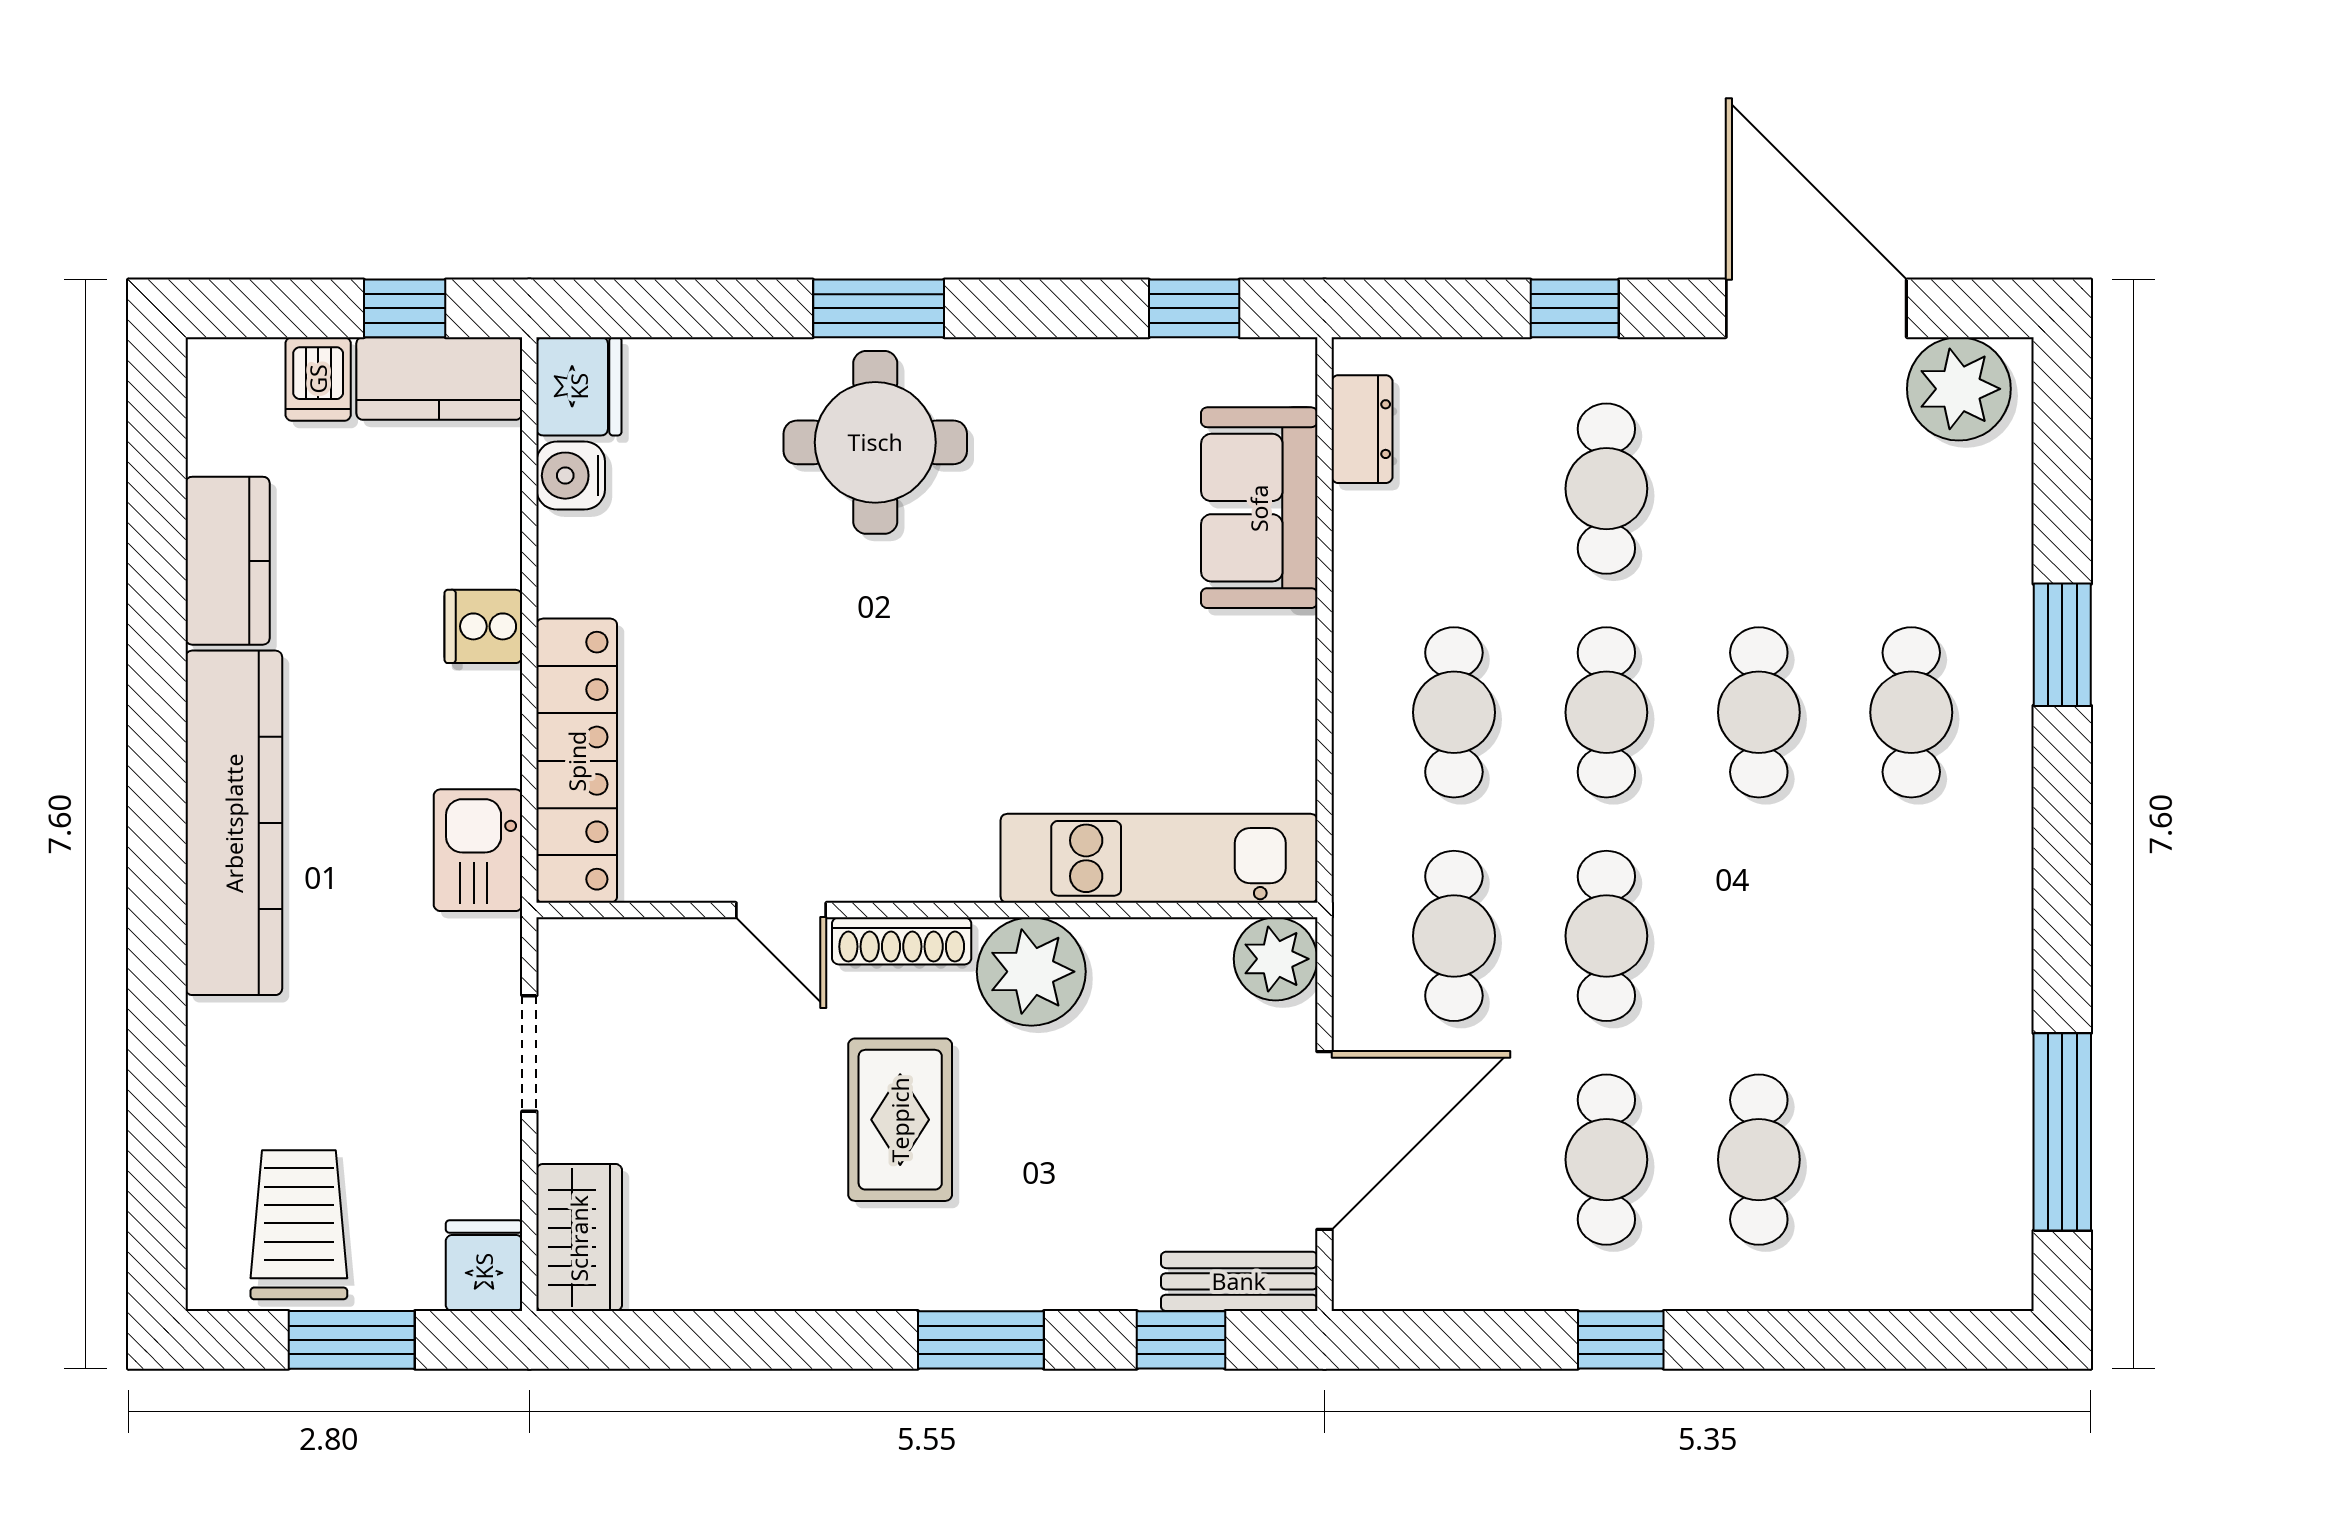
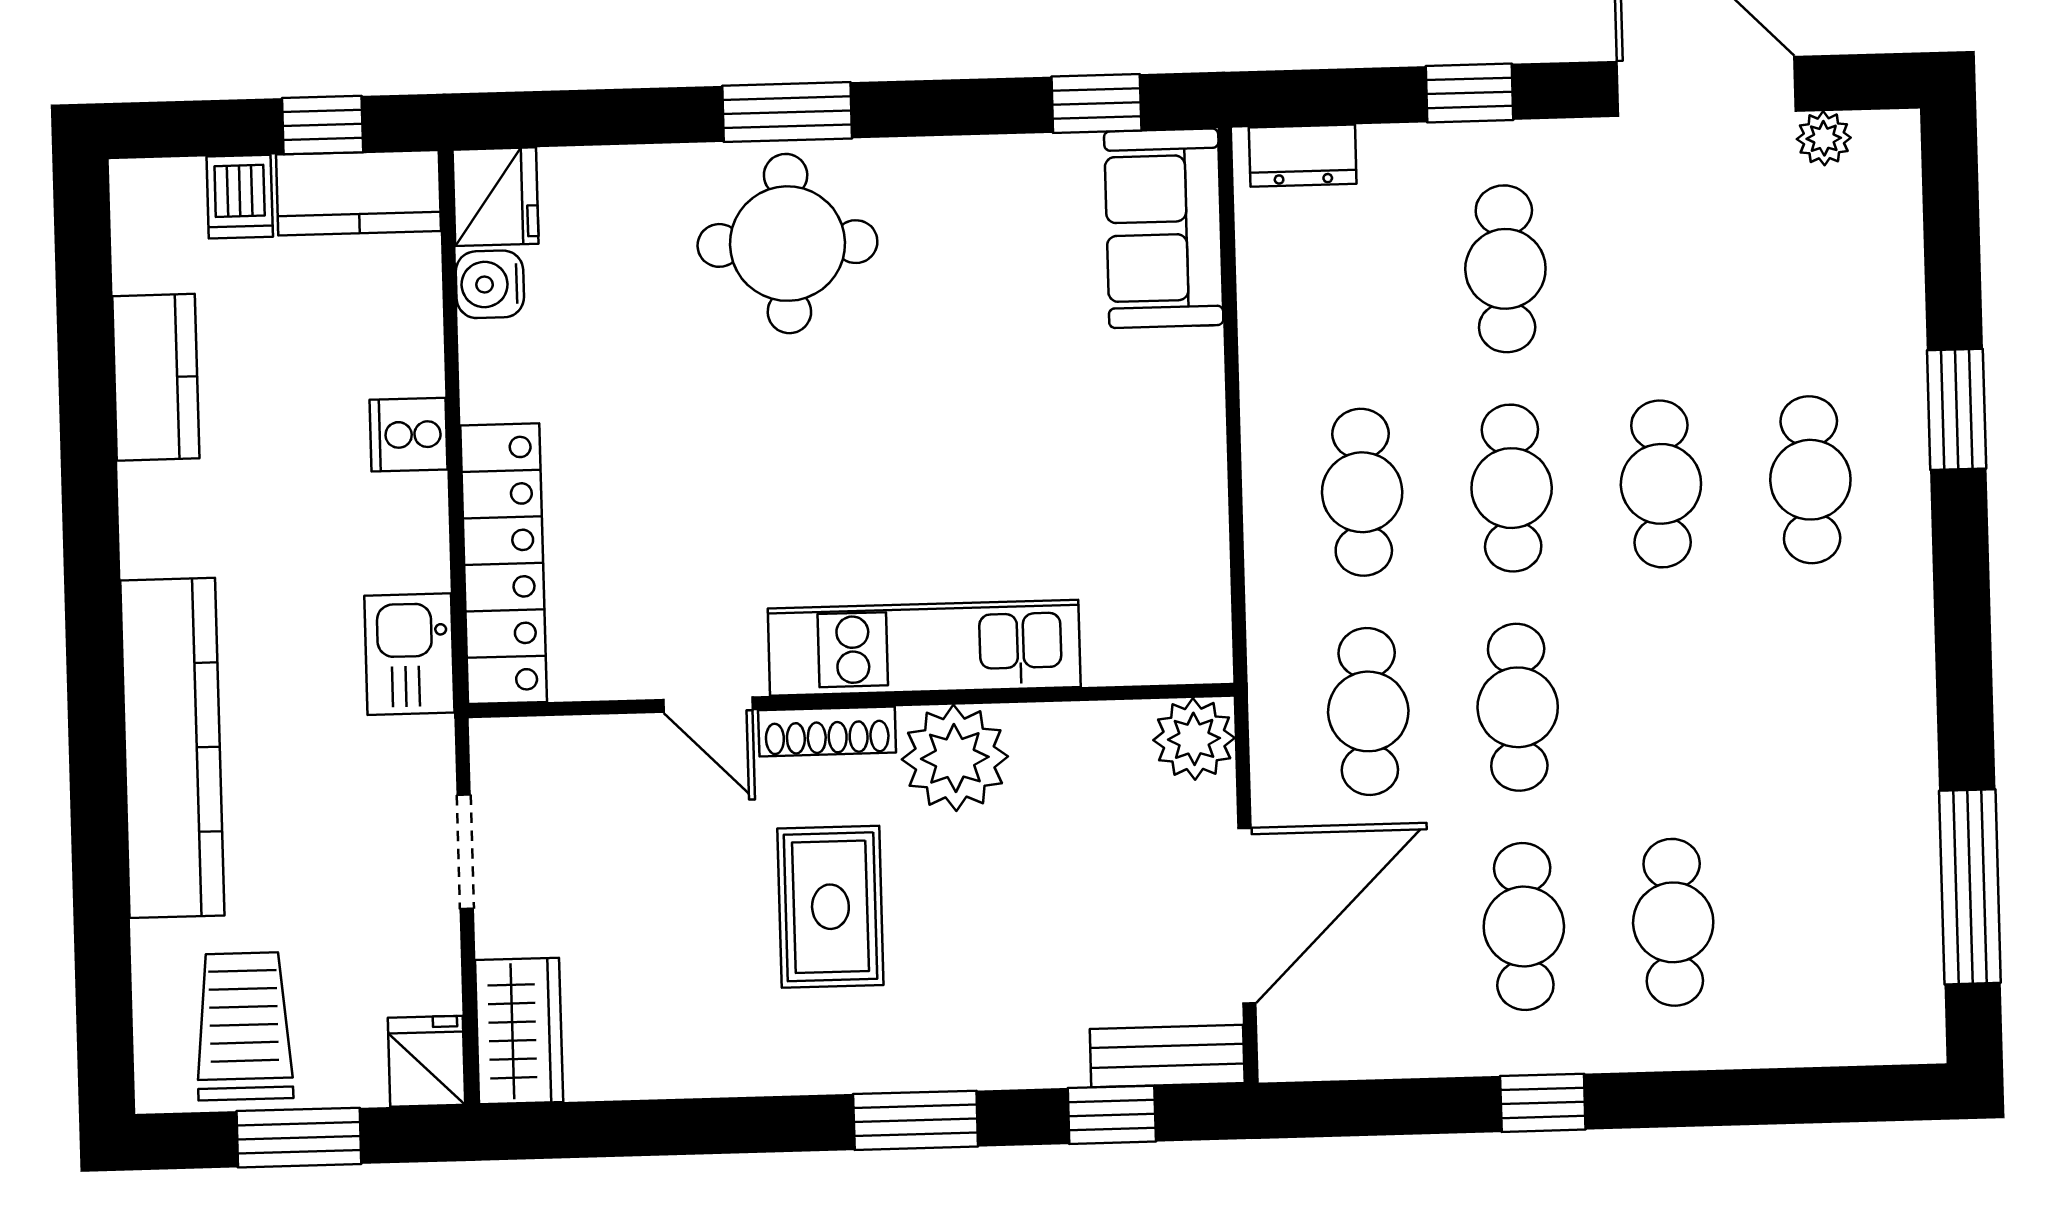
plant: (1959, 389) -> (1824, 138), width x0.53, depth x0.53
dresser: (1362, 429) -> (1303, 156), moved, turned 90
sofa: (1259, 508) -> (1164, 228), moved
kitchen counter: (234, 823) -> (172, 748), moved
kitchen unit: (1159, 858) -> (924, 648), moved

